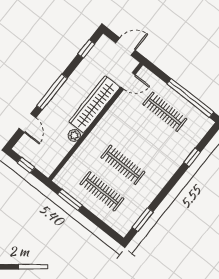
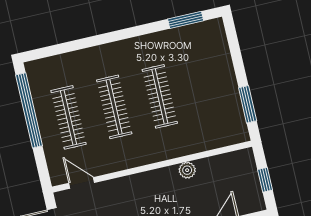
wardrobe: (94, 104) -> (139, 186), removed
window: (192, 157) -> (78, 45), removed
clothes rail: (102, 191) -> (114, 107), moved

